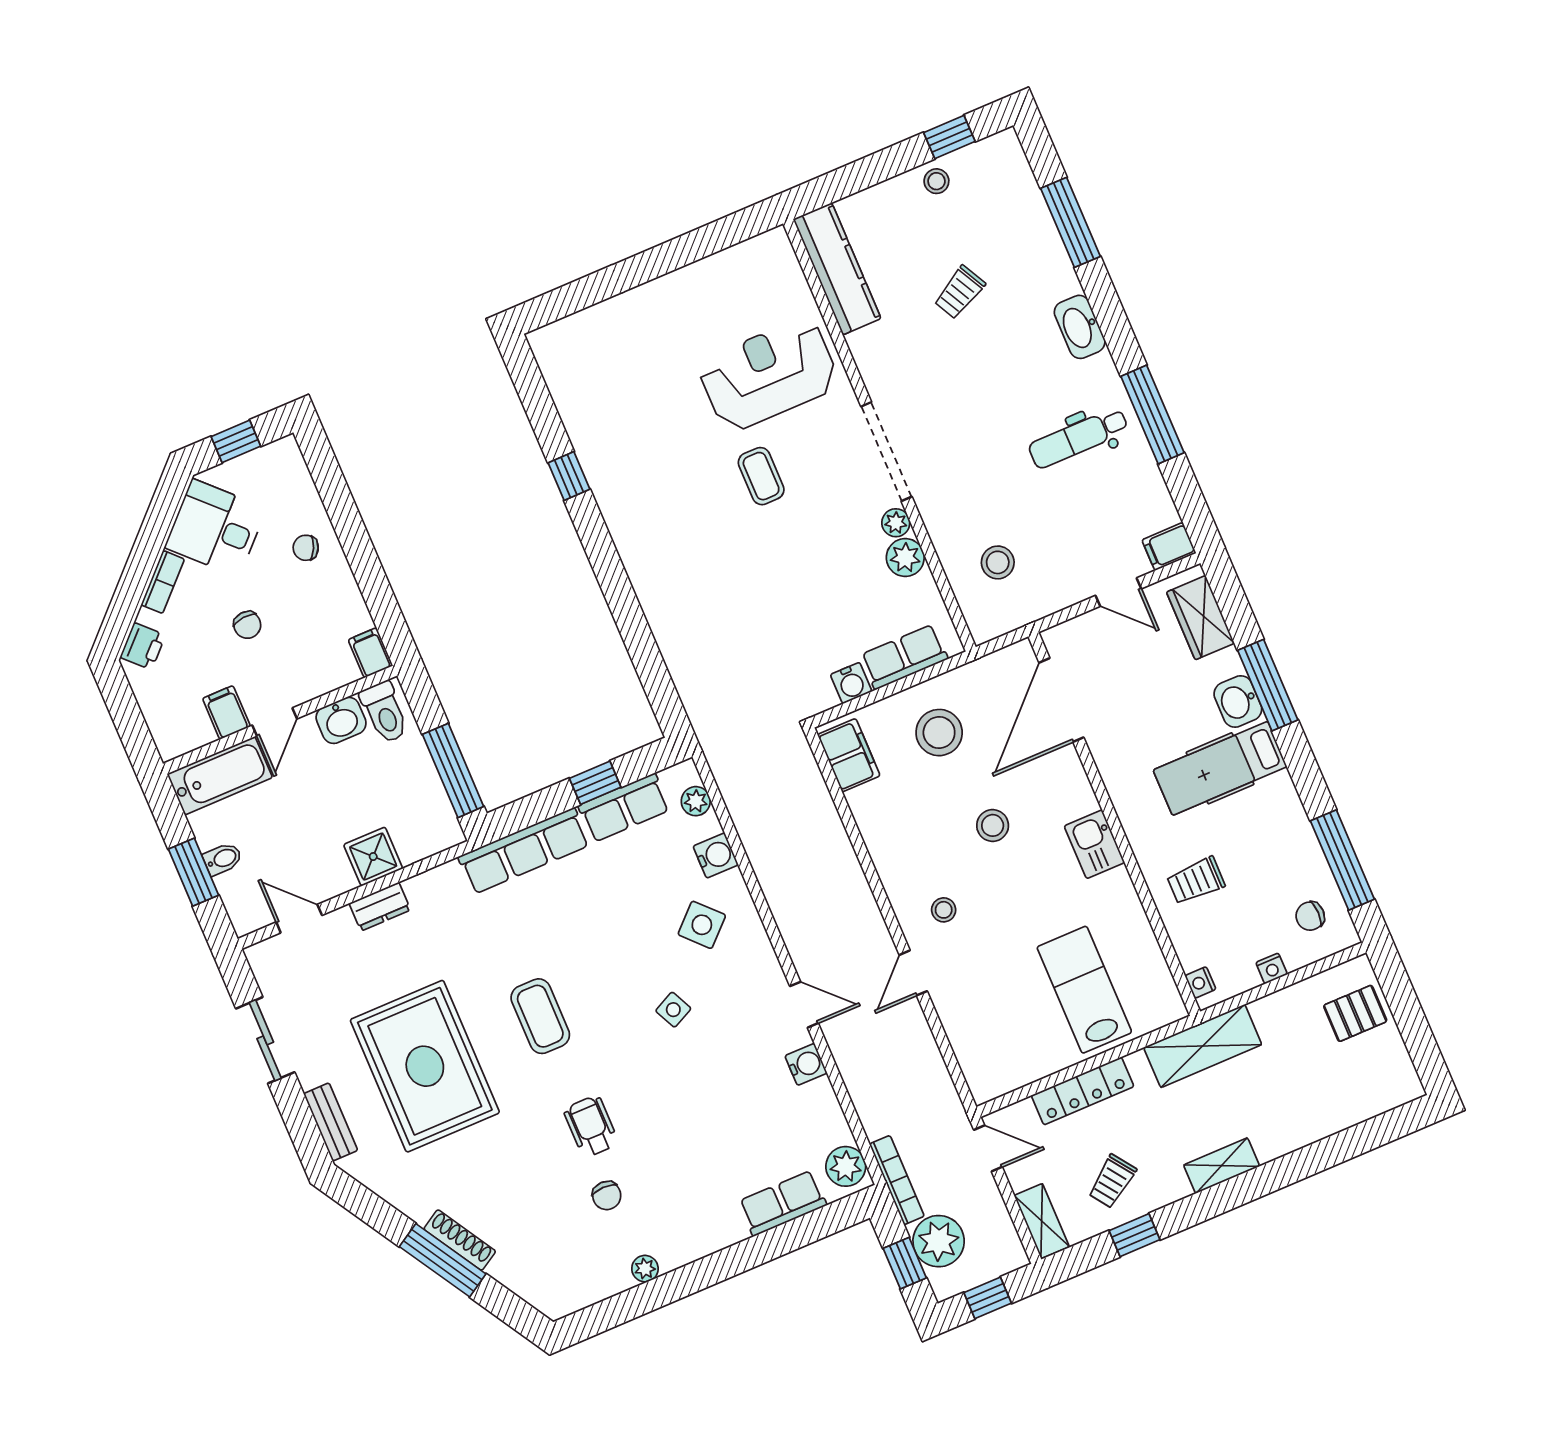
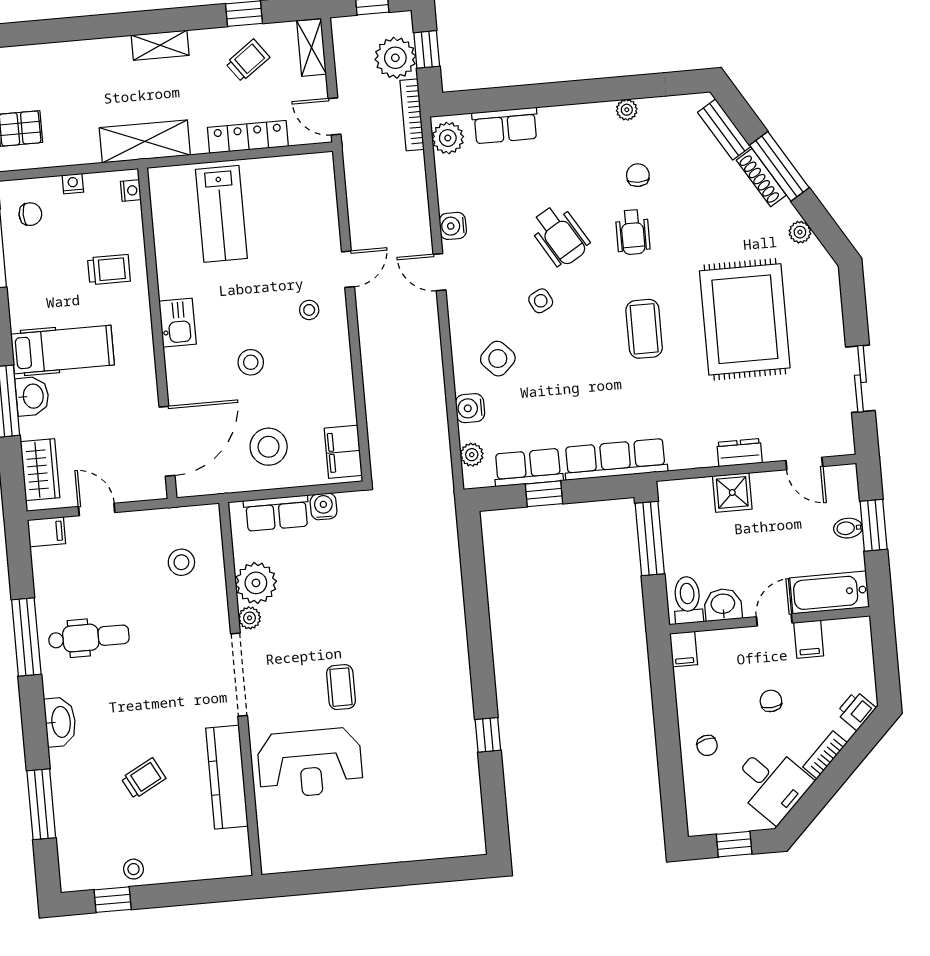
kitchen counter: (837, 269) -> (227, 777), moved
chair: (306, 548) -> (707, 745), turned 51
plant: (905, 558) -> (256, 583), width x1.36, depth x1.36
wheelchair: (676, 1094) -> (560, 235), added
bench: (331, 1122) -> (724, 129), moved, turned -31
plant: (393, 1190) -> (800, 232), added

